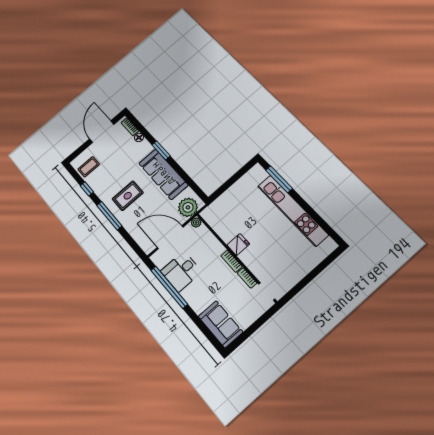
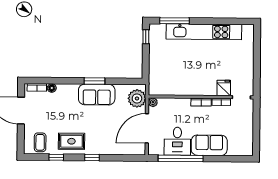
window: (161, 150) -> (94, 81), moved
window: (245, 169) -> (146, 37), added
sofa: (163, 174) -> (97, 95), width x0.73
rug: (128, 196) -> (71, 141), moved, turned 90
window: (109, 216) -> (92, 158), width x0.46
fridge: (238, 245) -> (224, 88), moved
sofa: (220, 324) -> (209, 145), moved

